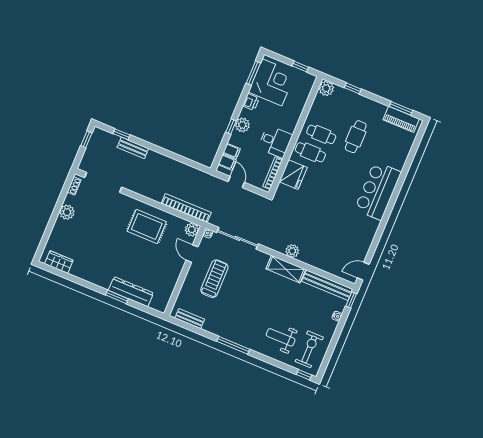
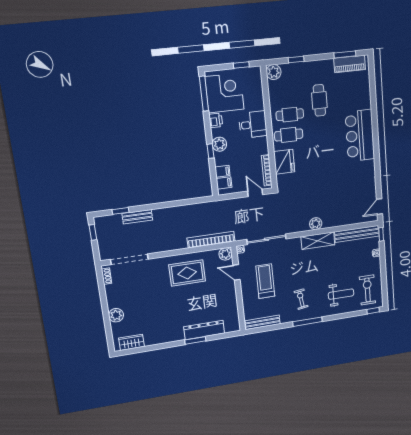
window: (253, 73) -> (204, 94), width x1.44
desk: (275, 142) -> (253, 125), moved
door: (236, 182) -> (255, 193), moved
plant: (67, 212) -> (116, 315), moved
exercise bike: (239, 318) -> (301, 299), added
bench: (190, 319) -> (263, 322), width x1.36
weight bench: (281, 337) -> (341, 294), turned 180

